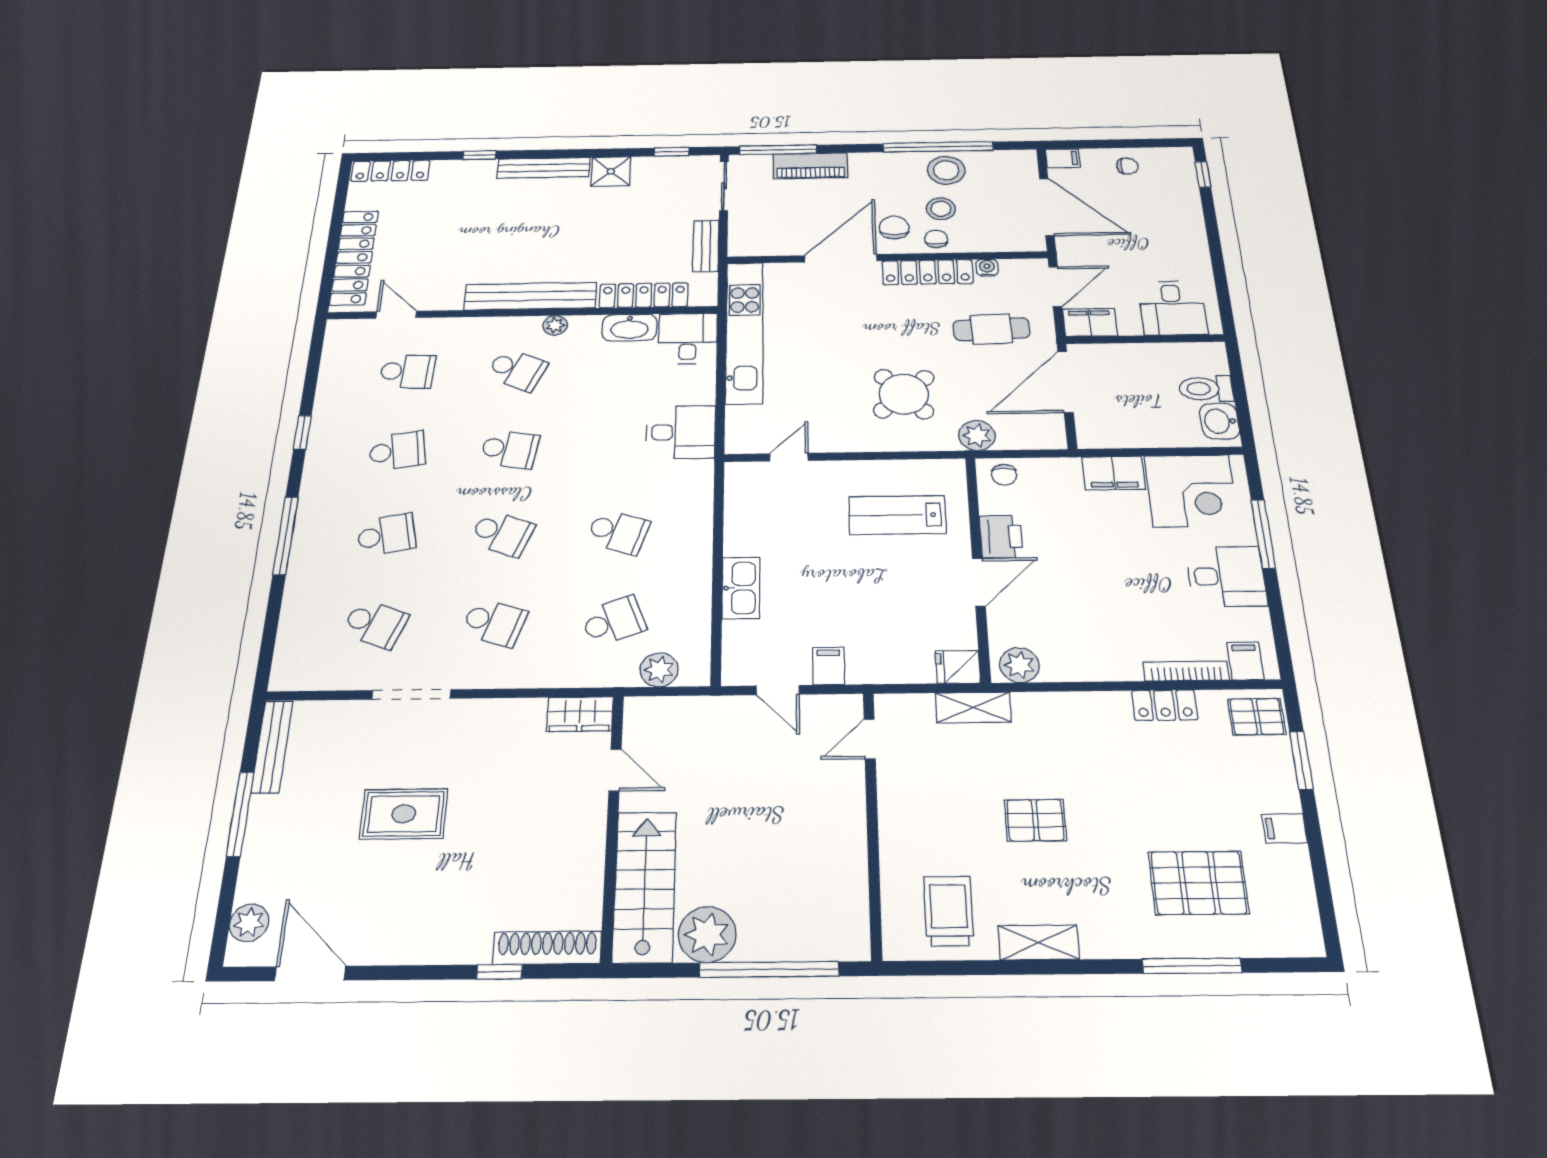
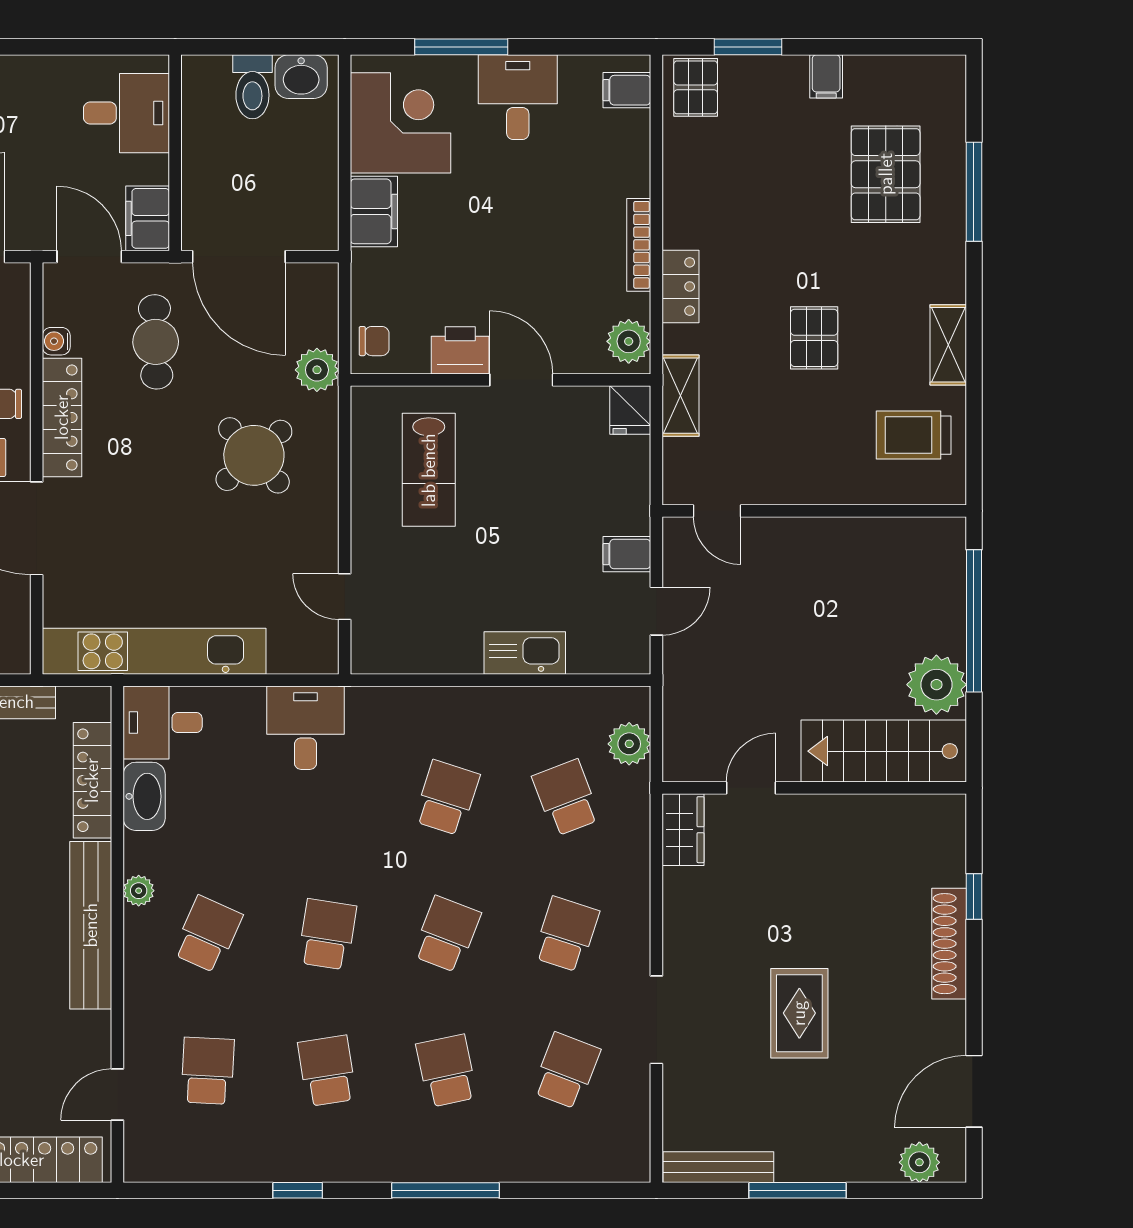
bookcase: (1186, 671) -> (639, 245), moved
locker: (1165, 705) -> (680, 286), moved
shoe rack: (547, 948) -> (949, 944), moved

